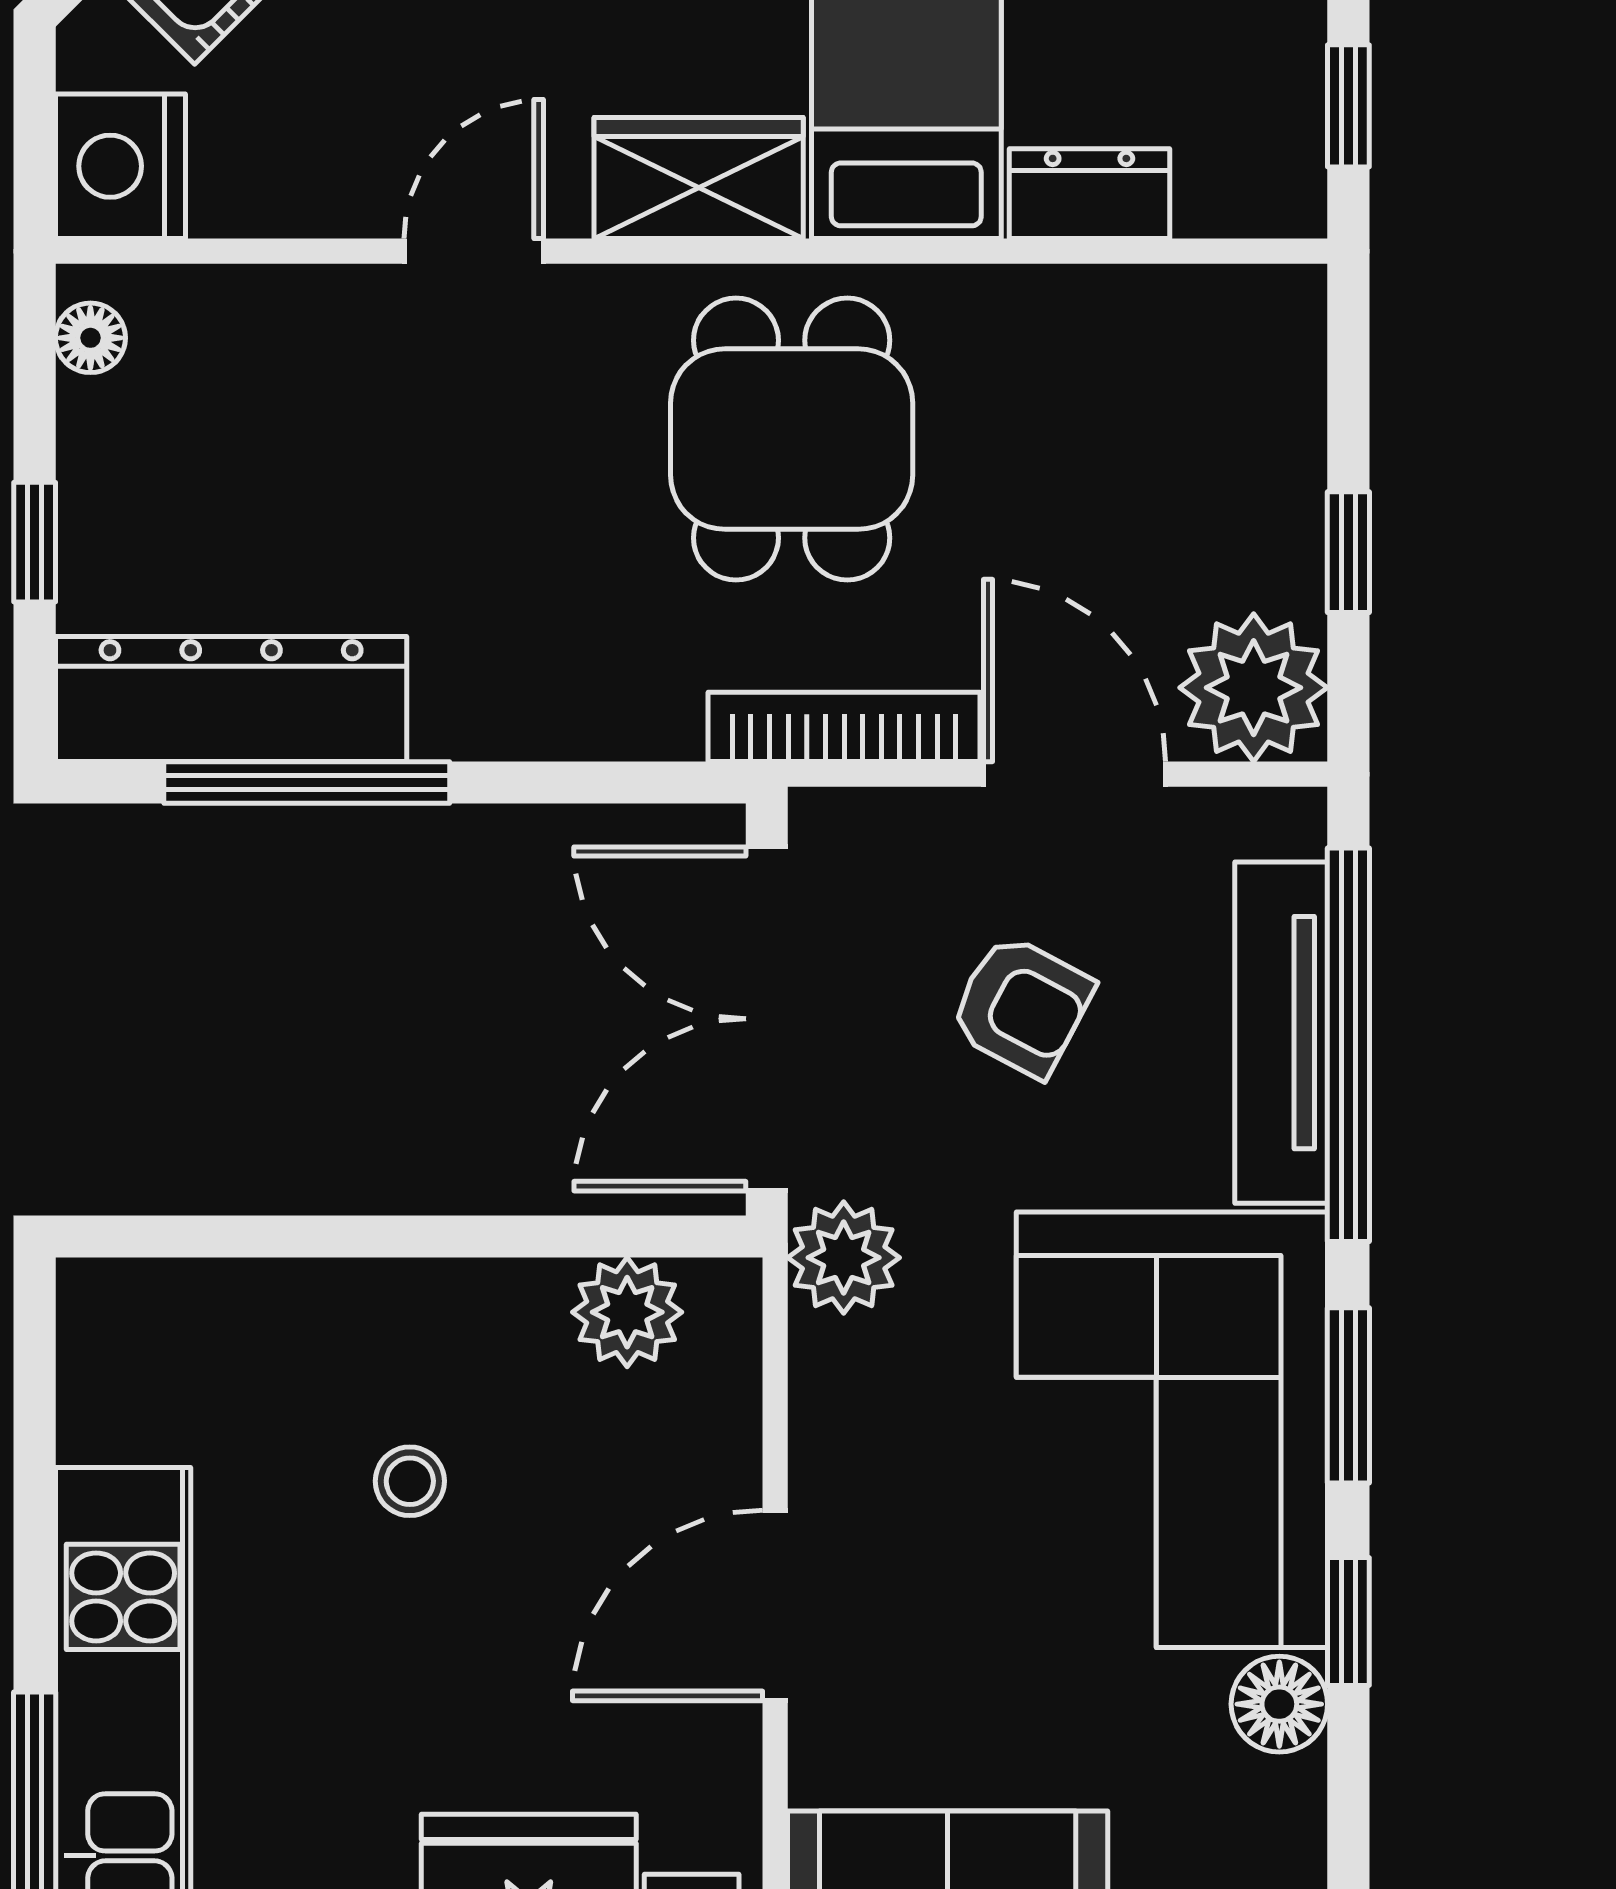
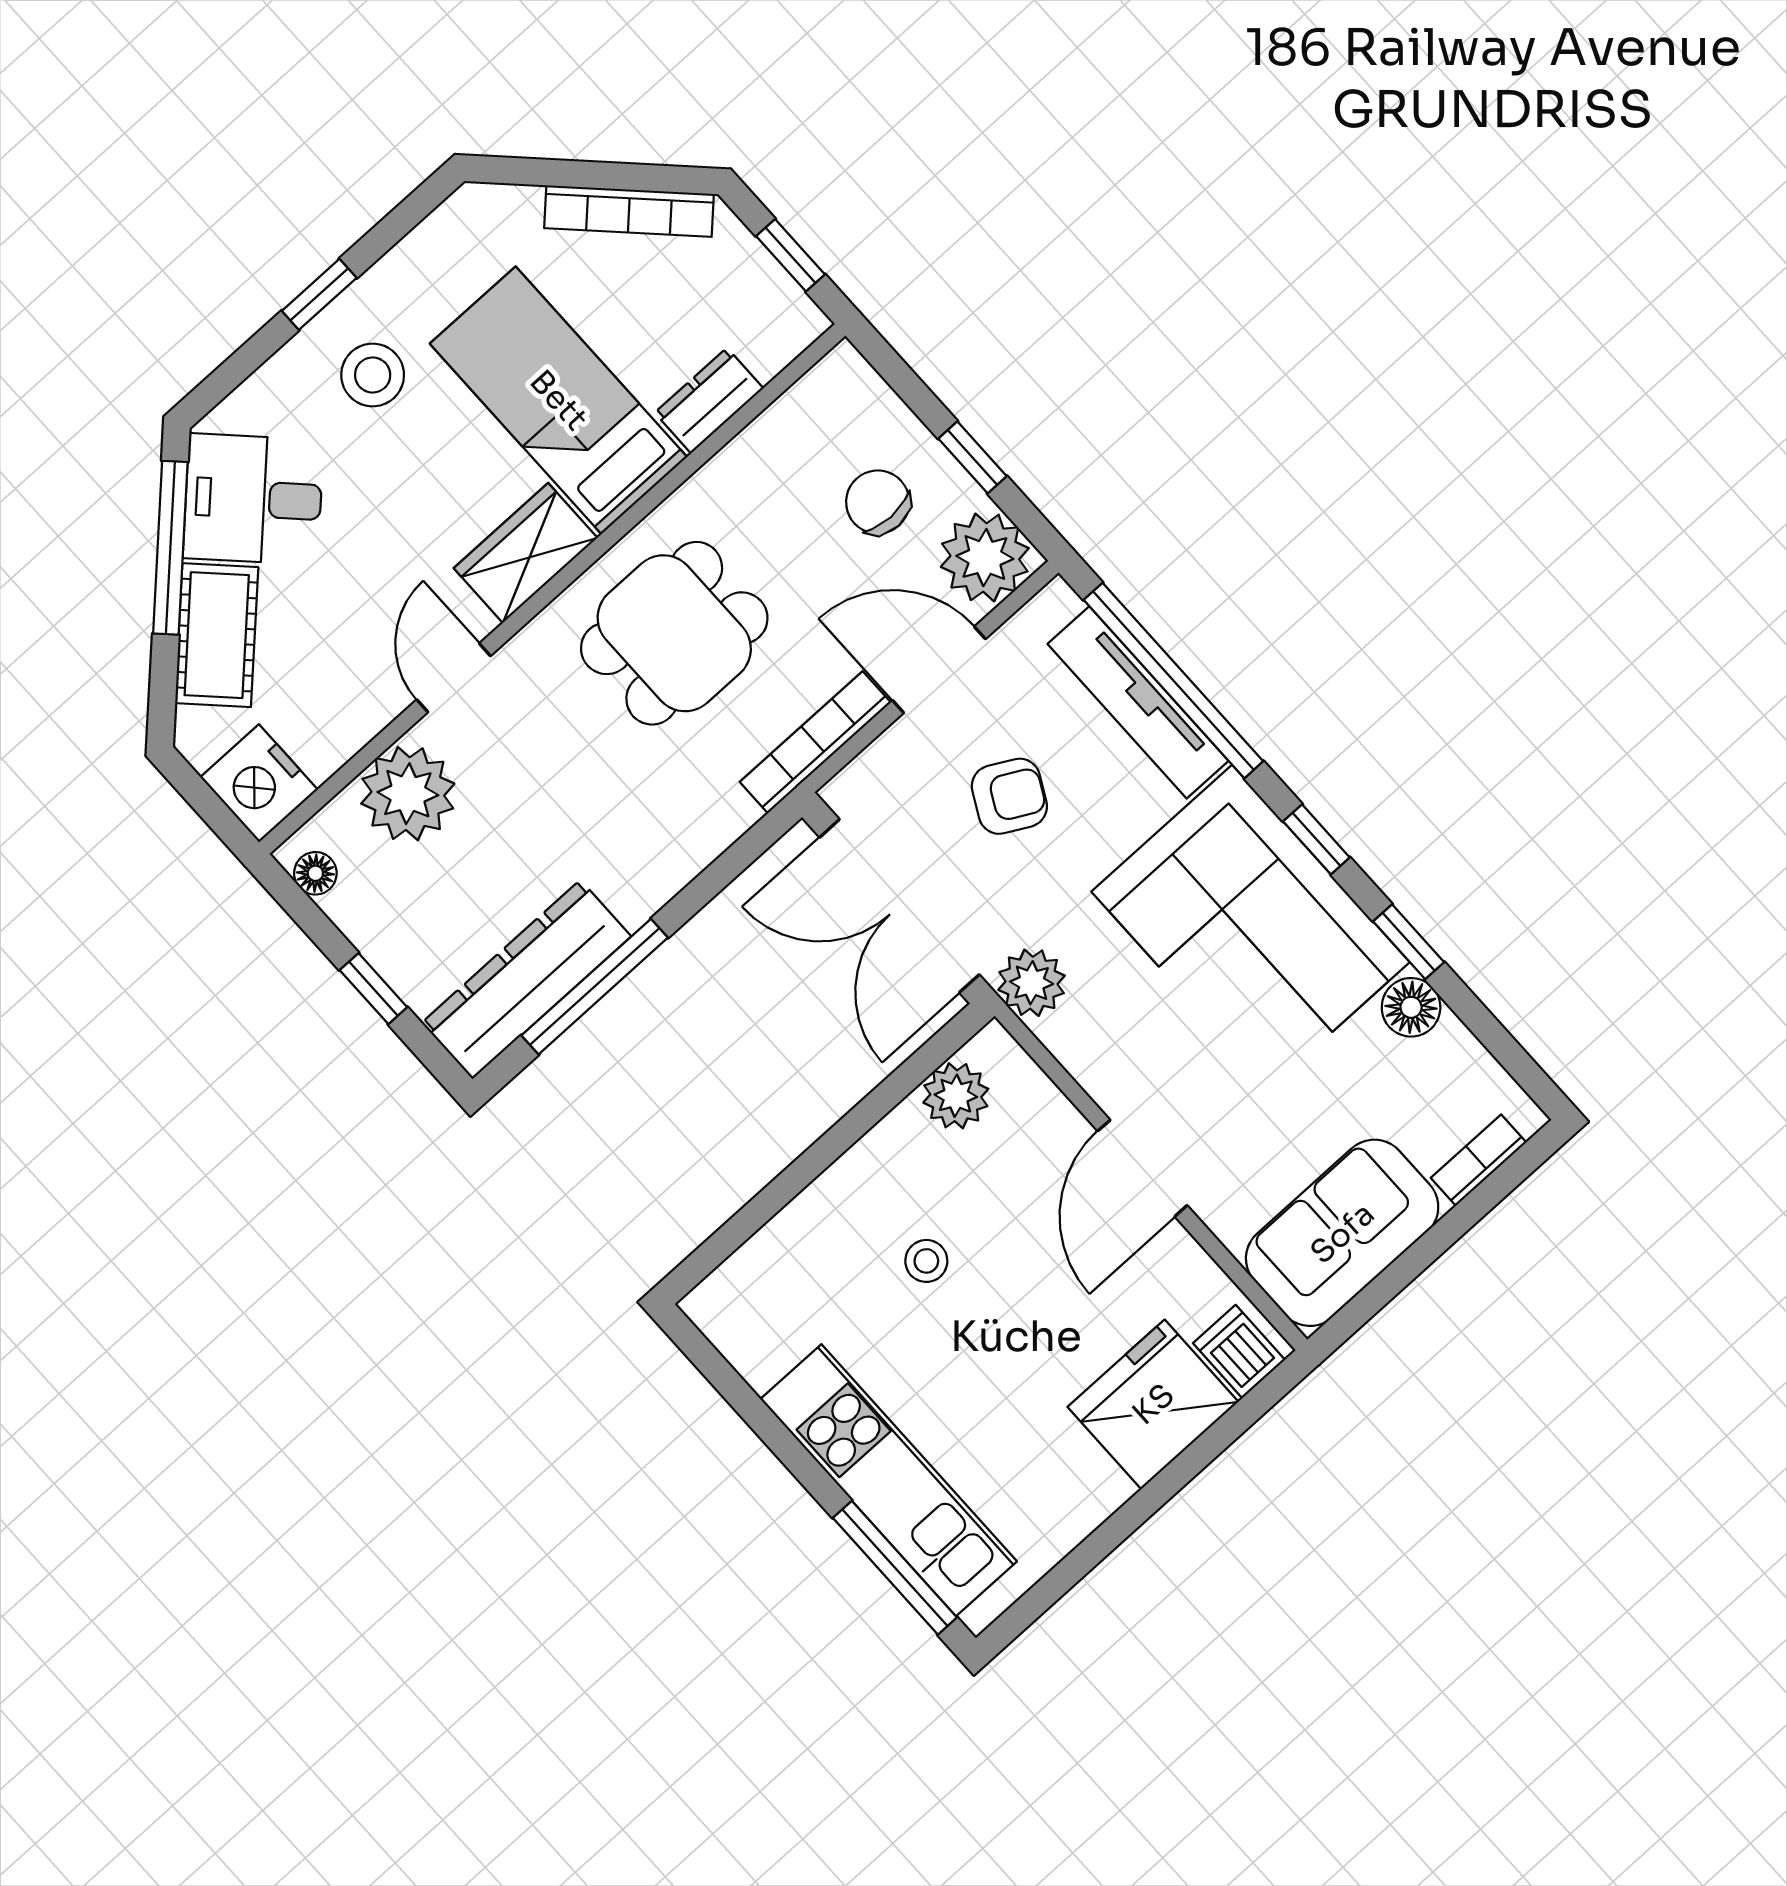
plant: (291, 342) -> (408, 794), added
dining table: (792, 439) -> (674, 633), turned 90
chair: (1184, 502) -> (878, 502), added
window: (1348, 1395) -> (1316, 839), width x0.67

